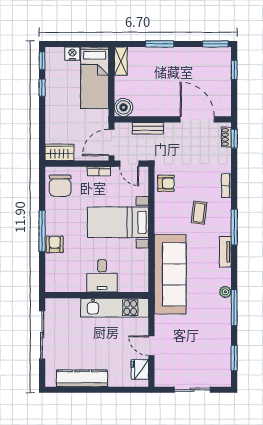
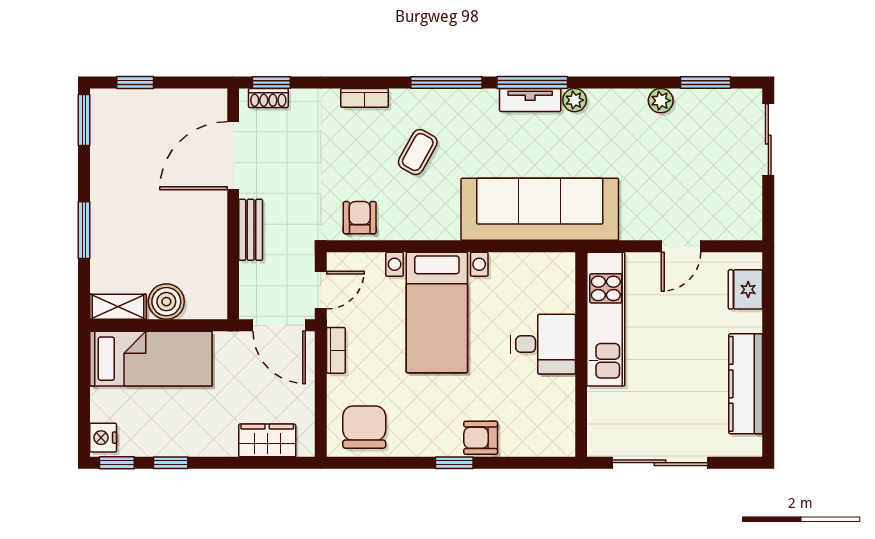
nightstand: (72, 54) -> (103, 438), moved
boiler: (123, 107) -> (166, 302), moved
bench: (148, 128) -> (251, 230), moved
wardrobe: (59, 152) -> (267, 440), moved, turned 90
chair: (60, 186) -> (364, 427), turned -90
coffee table: (199, 213) -> (418, 152), turned -68
window: (42, 231) -> (454, 463), width x0.46
tv unit: (225, 252) -> (530, 100), moved
window: (234, 307) -> (532, 83), moved
plant: (225, 335) -> (661, 101), added
fridge: (140, 370) -> (745, 289), moved, turned 90
sliding door: (192, 390) -> (768, 140), moved

